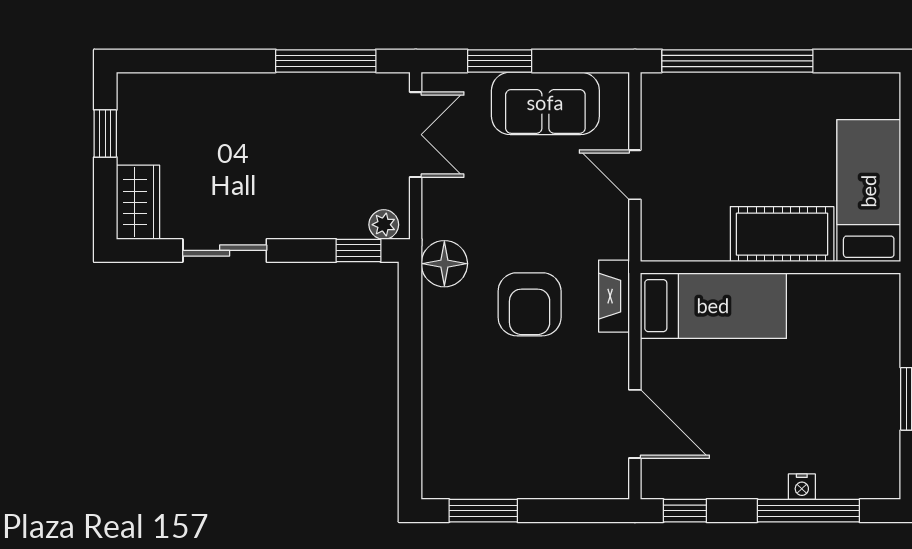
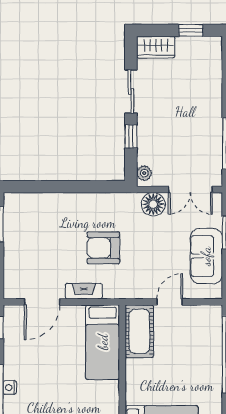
cot: (782, 234) -> (139, 331), moved
window: (358, 250) -> (131, 137), moved
floor lamp: (444, 264) -> (153, 204), moved
fireplace: (614, 296) -> (84, 291), moved

